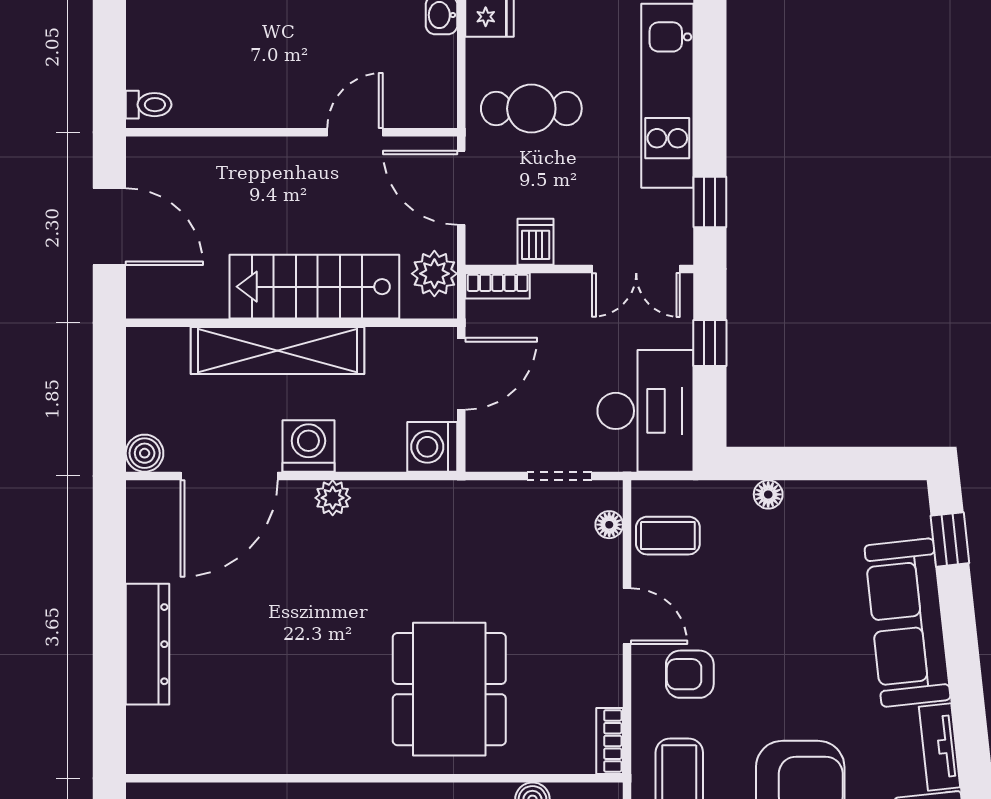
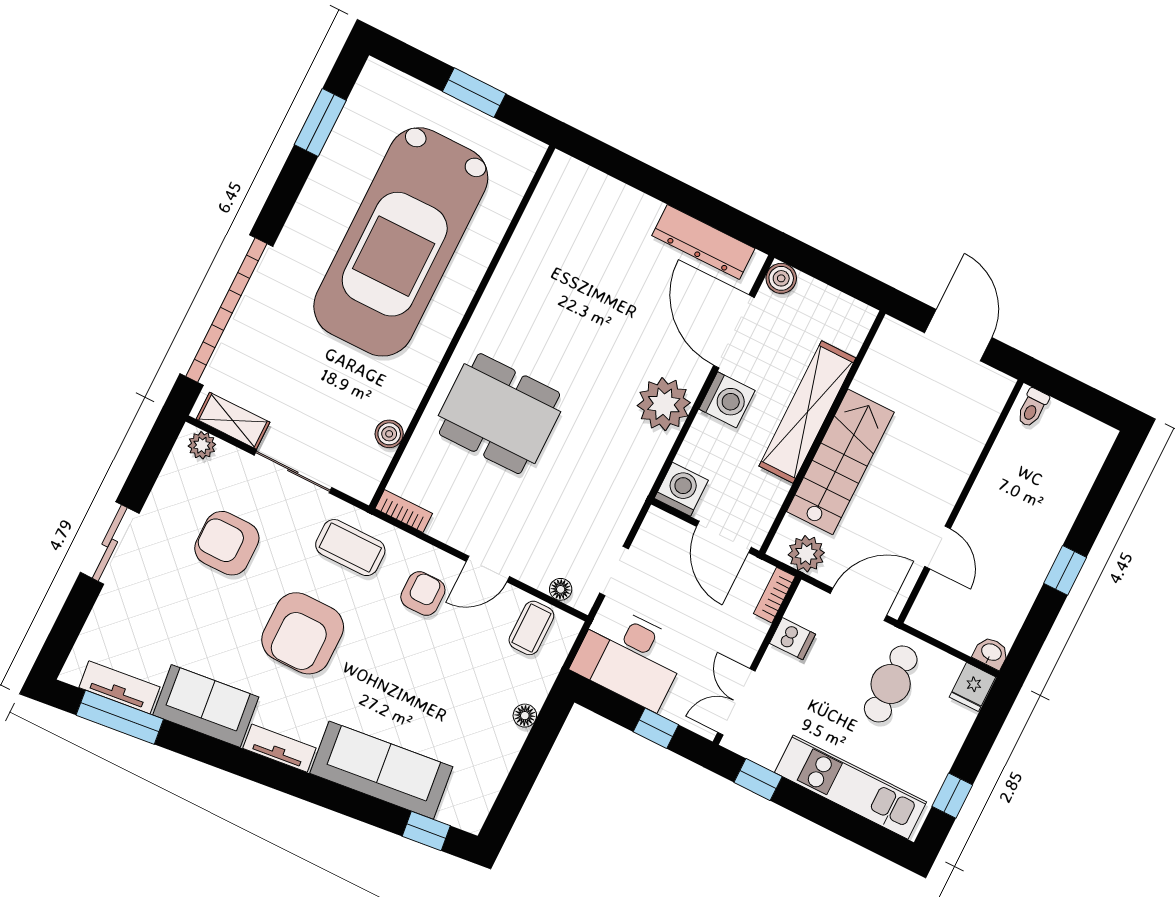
door: (109, 227) -> (958, 335), swing flipped
plant: (333, 498) -> (664, 404), width x1.88, depth x1.88
dresser: (148, 644) -> (703, 242), moved

